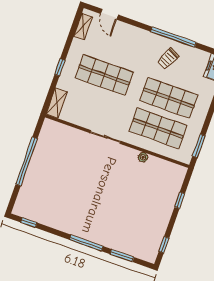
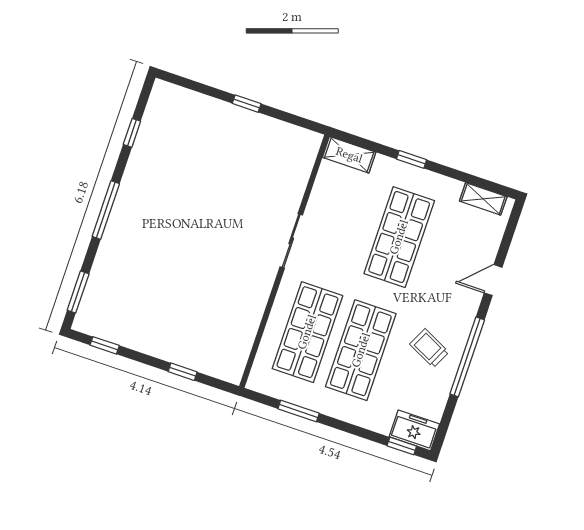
door: (109, 14) -> (493, 280), moved
window: (199, 146) -> (299, 411), moved
plant: (143, 157) -> (257, 307), removed
window: (26, 161) -> (247, 104), width x0.32
window: (29, 223) -> (132, 133), moved
window: (122, 256) -> (78, 292), moved

